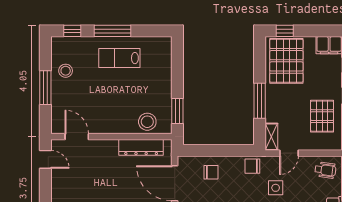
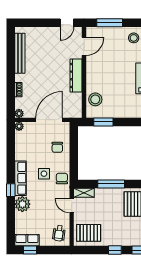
window: (45, 88) -> (110, 23), moved
pallet: (322, 116) -> (89, 233), moved
dresser: (141, 147) -> (76, 75), moved
side table: (276, 188) -> (44, 174), moved

